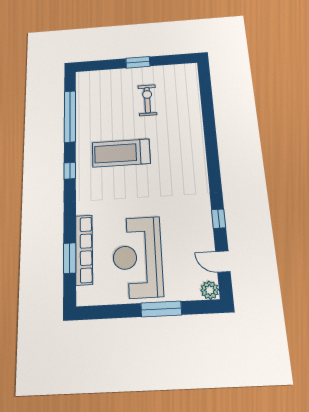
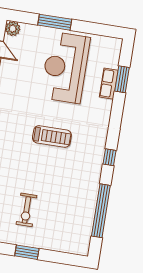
treadmill: (121, 153) -> (52, 136), moved, width x0.73, depth x0.73
row of seats: (84, 250) -> (109, 84), width x0.50
reception desk: (137, 257) -> (65, 68), turned 180

